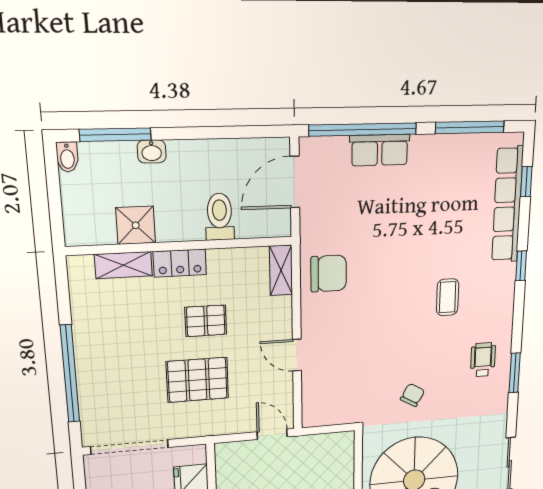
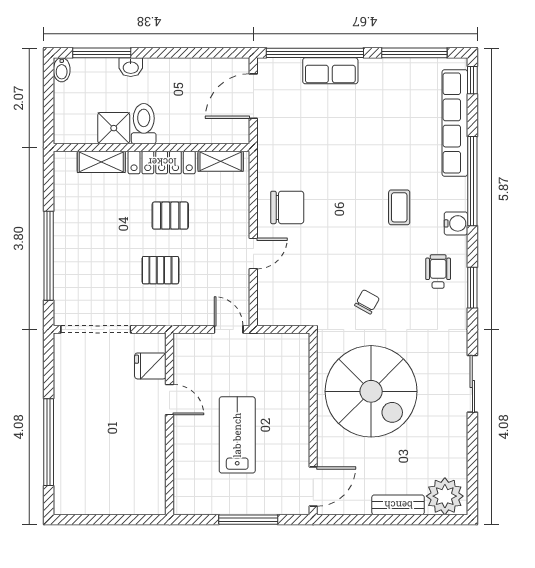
window: (526, 182) -> (472, 80), moved
toilet: (220, 217) -> (144, 124), moved
locker: (180, 263) -> (162, 162), width x1.53
window: (521, 266) -> (472, 181), width x3.17
shelving: (281, 270) -> (221, 161), moved, turned 90
chair: (329, 273) -> (287, 207), moved
water cooler: (503, 310) -> (456, 223), added
door: (297, 355) -> (253, 253), swing flipped
pallet: (197, 380) -> (160, 270), width x0.67, depth x0.71

